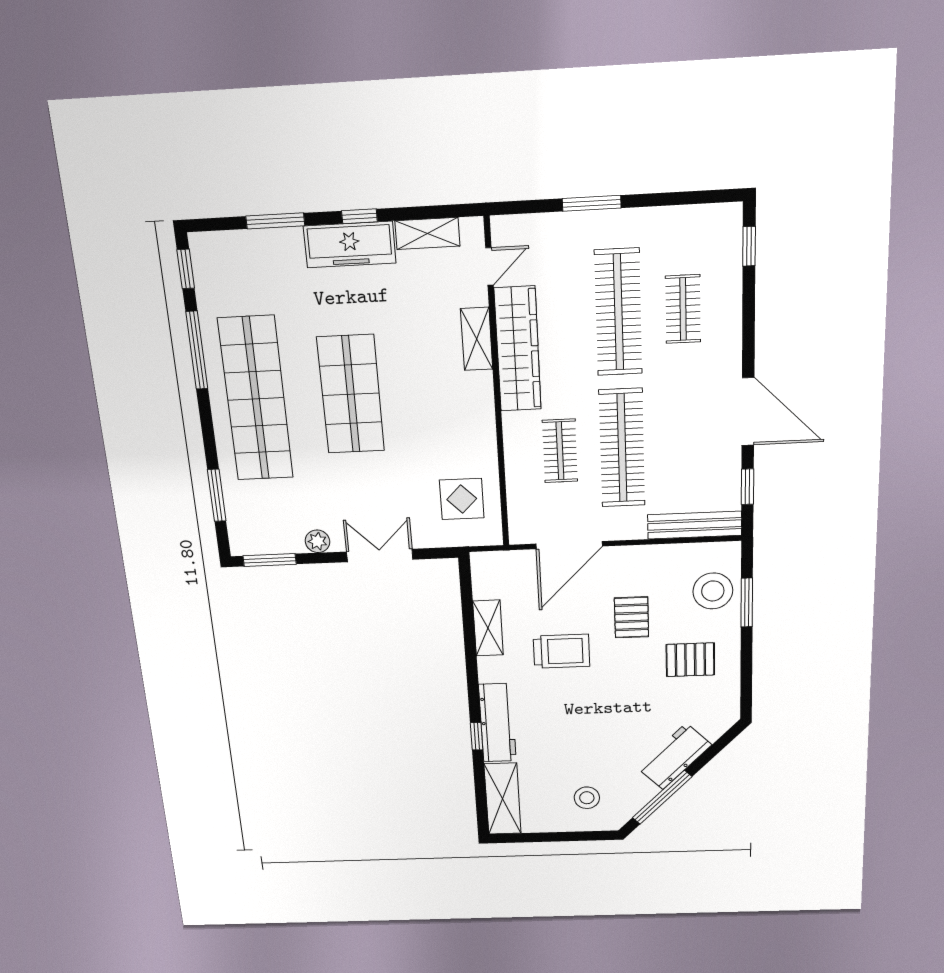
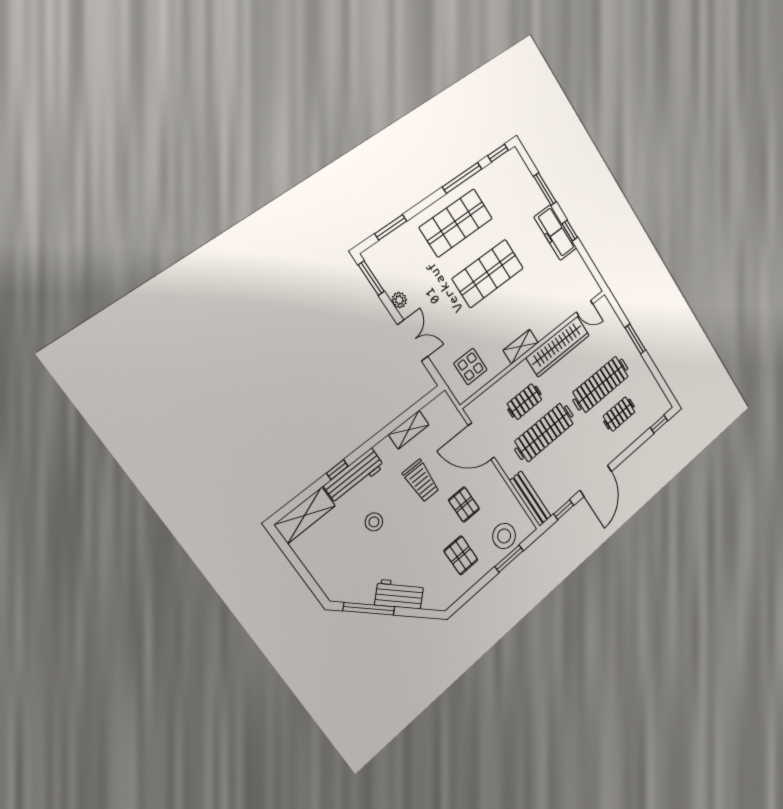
shelving: (427, 233) -> (581, 269), removed
shelving: (477, 339) -> (521, 347), moved
shop shelf: (256, 399) -> (456, 223), width x0.71
pallet: (631, 617) -> (464, 504), turned 90
stool: (587, 798) -> (374, 522), moved

